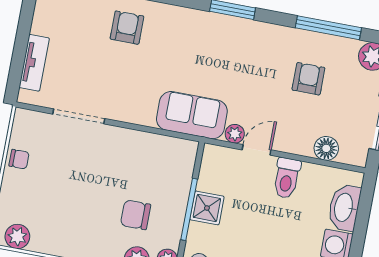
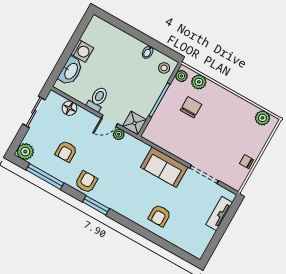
armchair: (260, 41) -> (86, 182), added
sofa: (192, 115) -> (164, 167), moved
shower: (207, 208) -> (134, 123), moved
chair: (136, 215) -> (191, 107), turned -90

